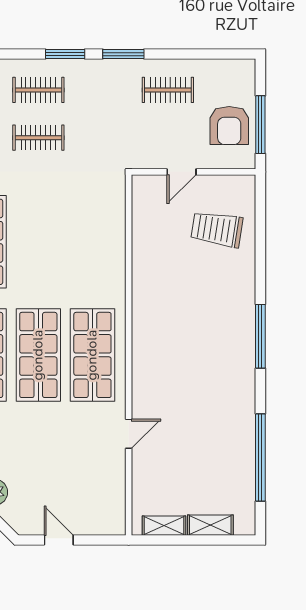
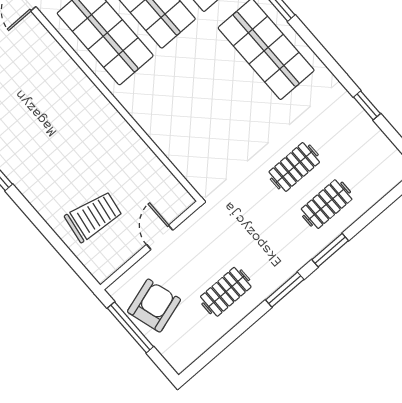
armchair: (229, 126) -> (154, 306), turned 73

